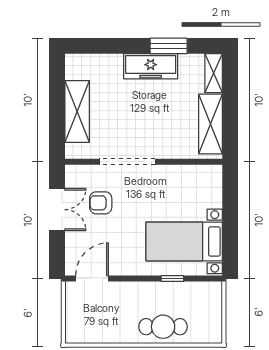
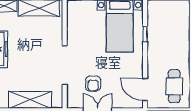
cafe table: (163, 327) -> (174, 86), moved

